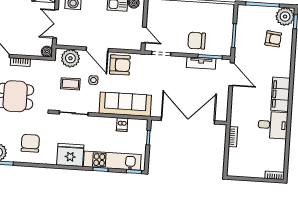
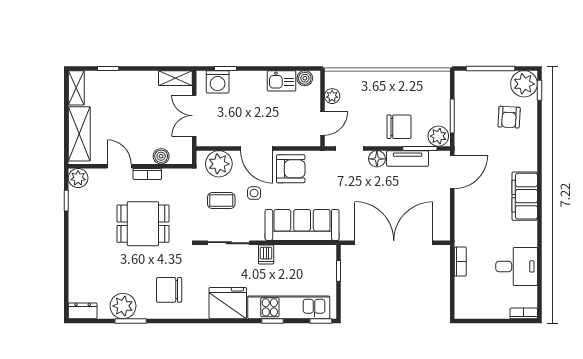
plant: (152, 16) -> (332, 96), added
door: (144, 35) -> (322, 123), hinge flipped
armchair: (273, 39) -> (509, 117), turned 87
chair: (197, 41) -> (399, 127), turned 180
plant: (223, 49) -> (438, 136), added
boiler: (47, 51) -> (161, 156), moved
floor lamp: (180, 62) -> (377, 159), added
door: (231, 74) -> (452, 172), hinge flipped
dishwasher: (122, 125) -> (266, 255), moved
desk: (273, 125) -> (517, 266), moved
chair: (30, 143) -> (169, 290), turned -90

